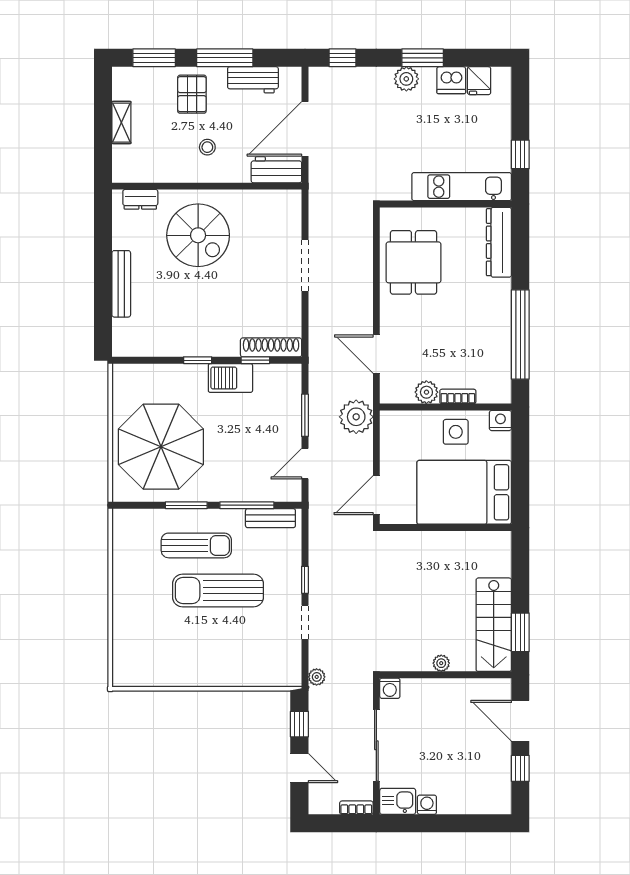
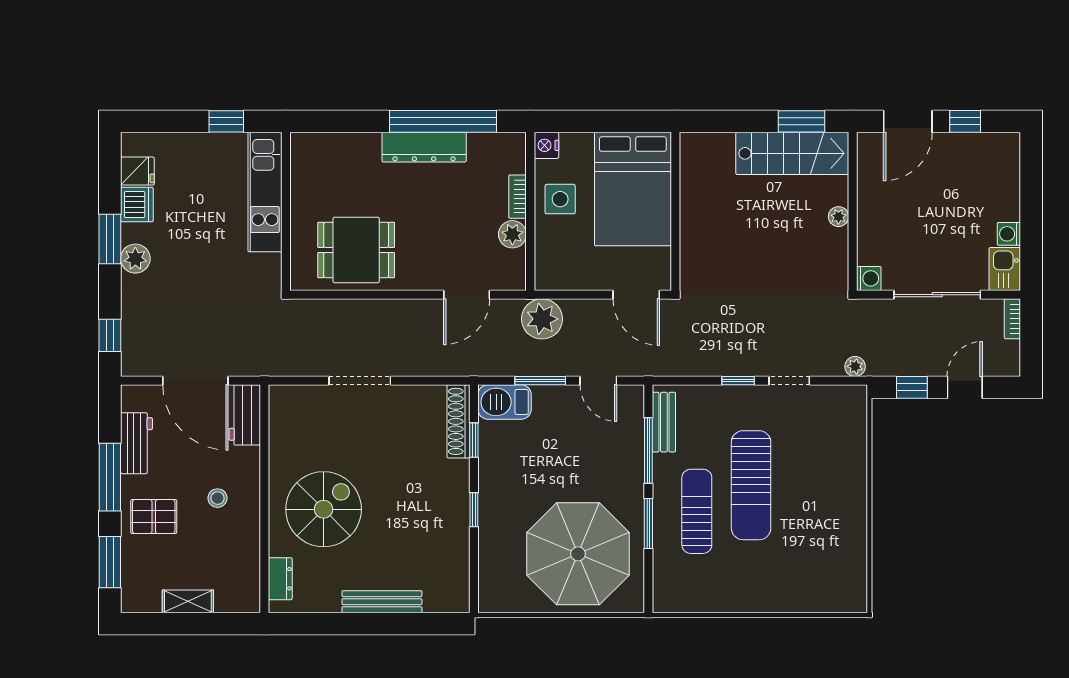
dresser: (499, 242) -> (424, 147), moved
barbecue: (230, 378) -> (505, 402), moved, turned 90

